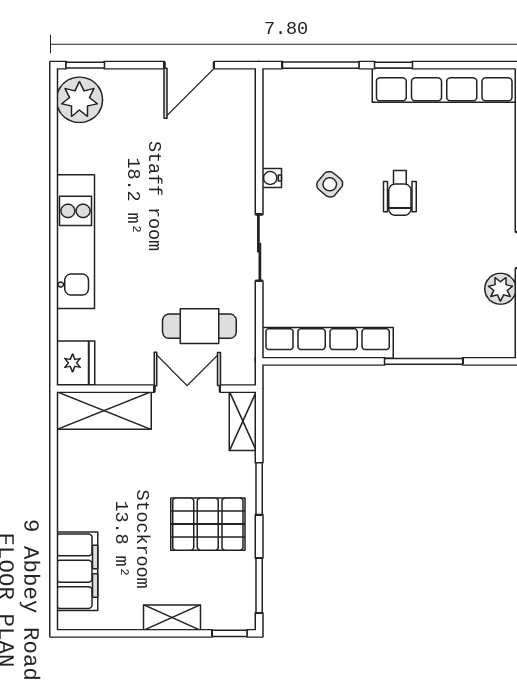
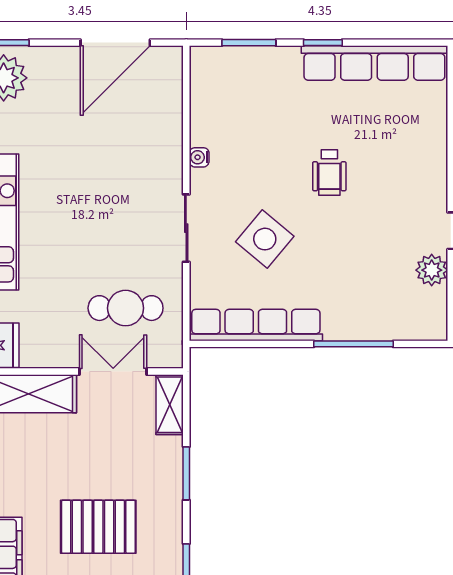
door: (189, 65) -> (115, 43), width x1.36
window: (321, 65) -> (249, 43), width x0.69
side table: (330, 184) -> (265, 239), moved, width x1.87, depth x1.87
pallet: (208, 524) -> (98, 527), moved

